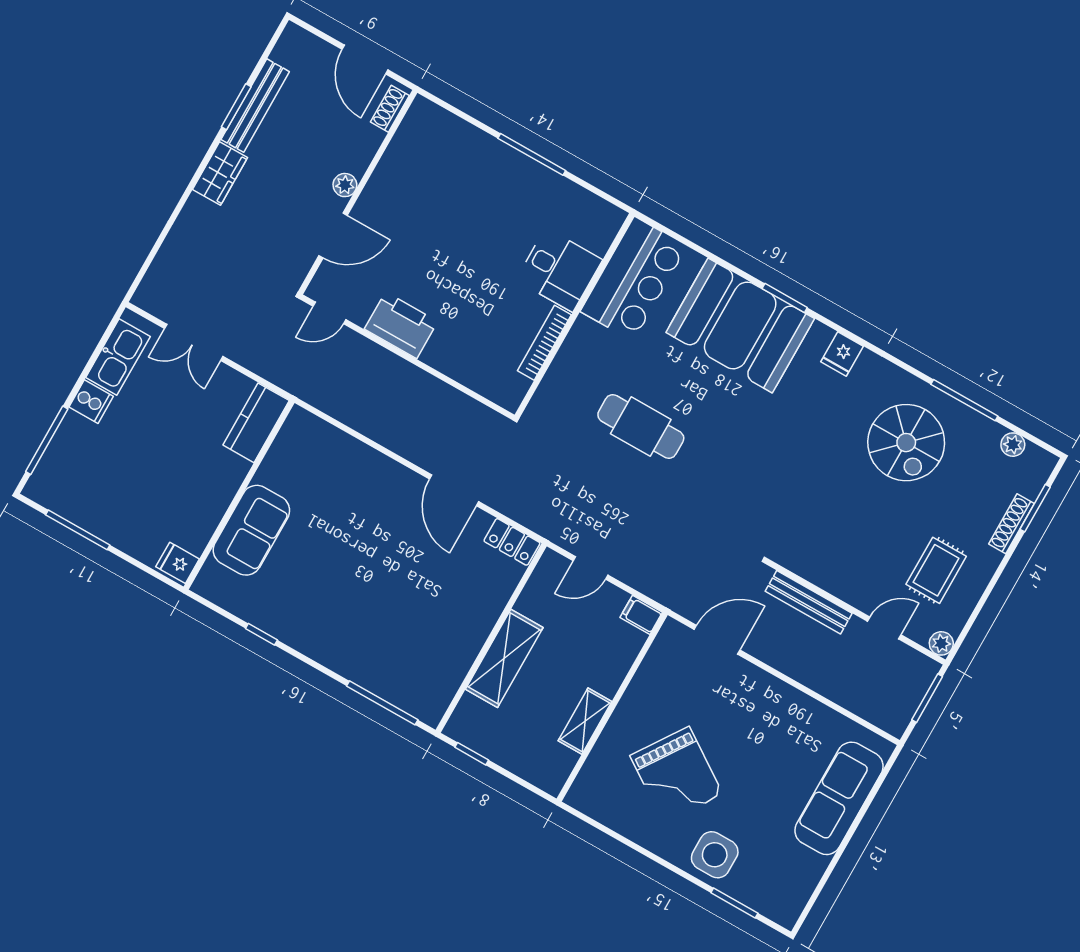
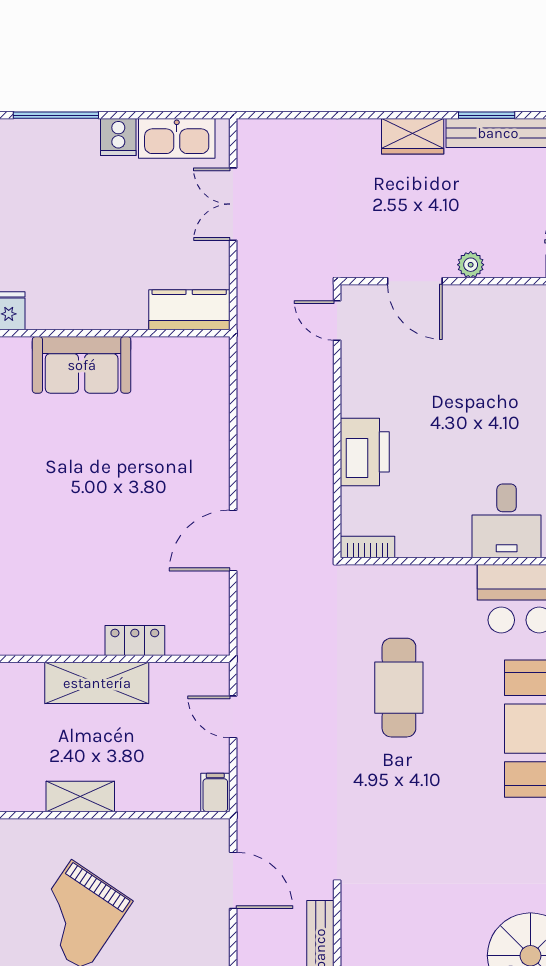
printer: (401, 325) -> (365, 452), moved
bookcase: (544, 343) -> (368, 547), moved, width x0.64
locker: (512, 542) -> (135, 641), moved, turned 90

